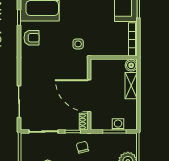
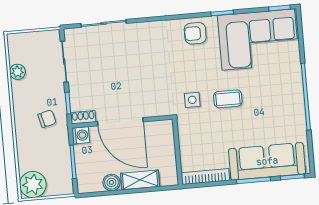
coffee table: (80, 19) -> (228, 99), added
armchair: (32, 38) -> (195, 33), turned 90
boiler: (131, 65) -> (111, 182), moved
door: (89, 96) -> (120, 122), swing flipped
washing machine: (118, 124) -> (81, 135), moved

